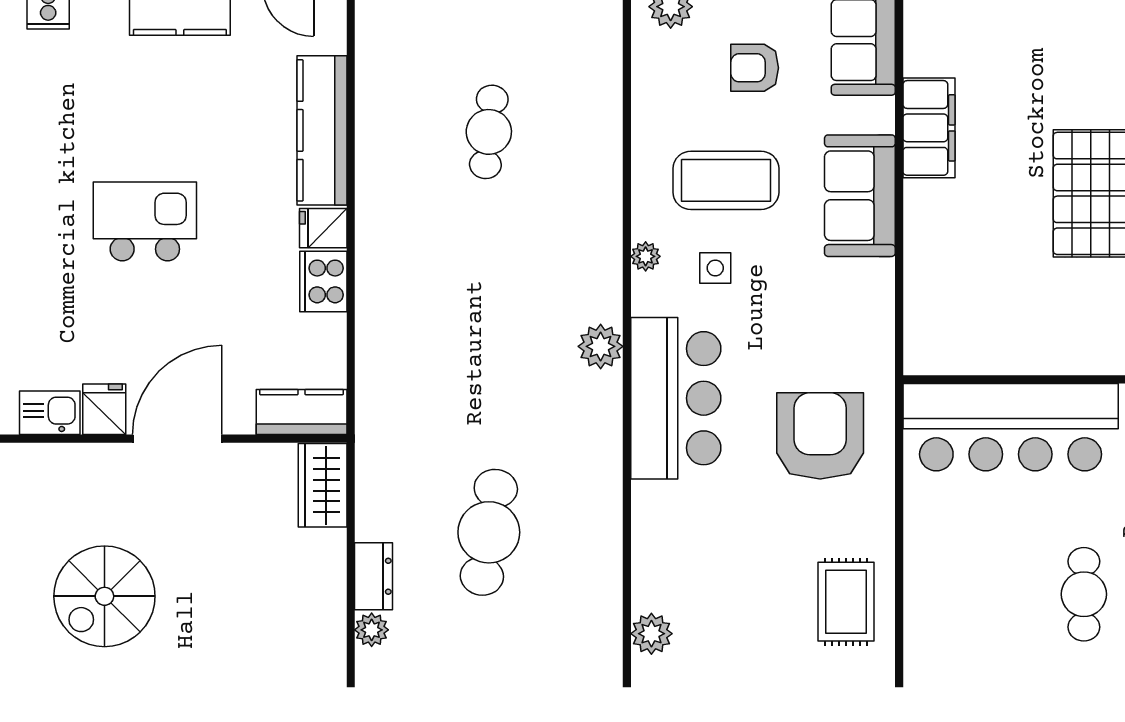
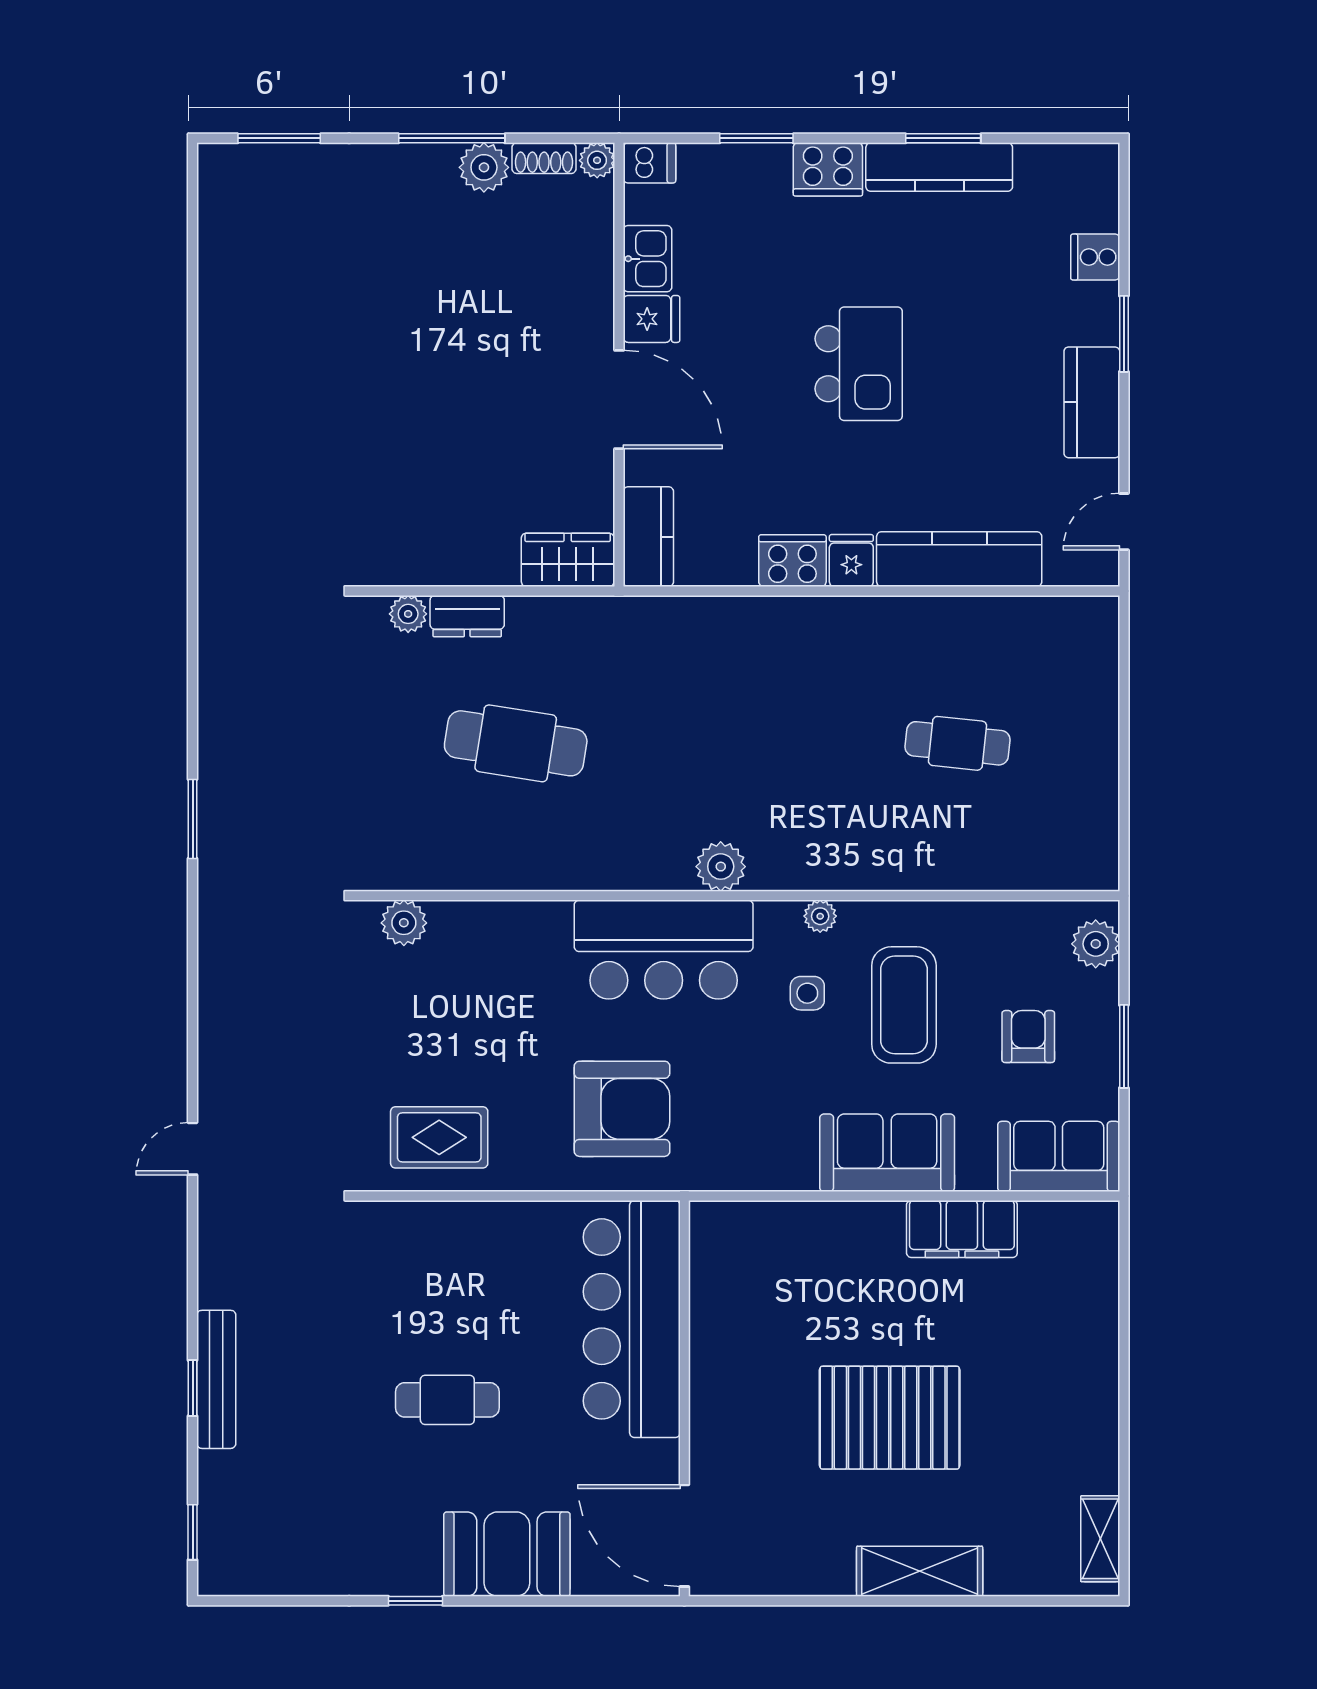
spiral stairs: (104, 596) -> (445, 319), removed

